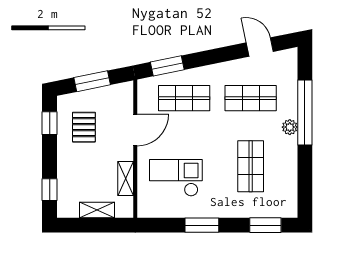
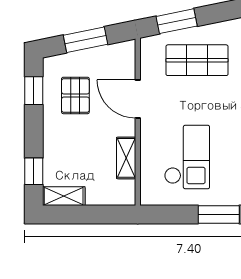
door: (135, 130) -> (138, 99), swing flipped
checkout: (176, 178) -> (187, 157), turned 90
shelving: (97, 210) -> (64, 196), moved

